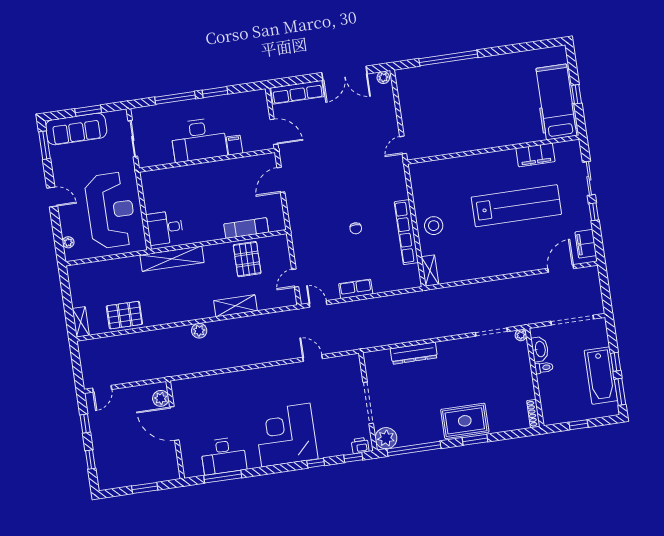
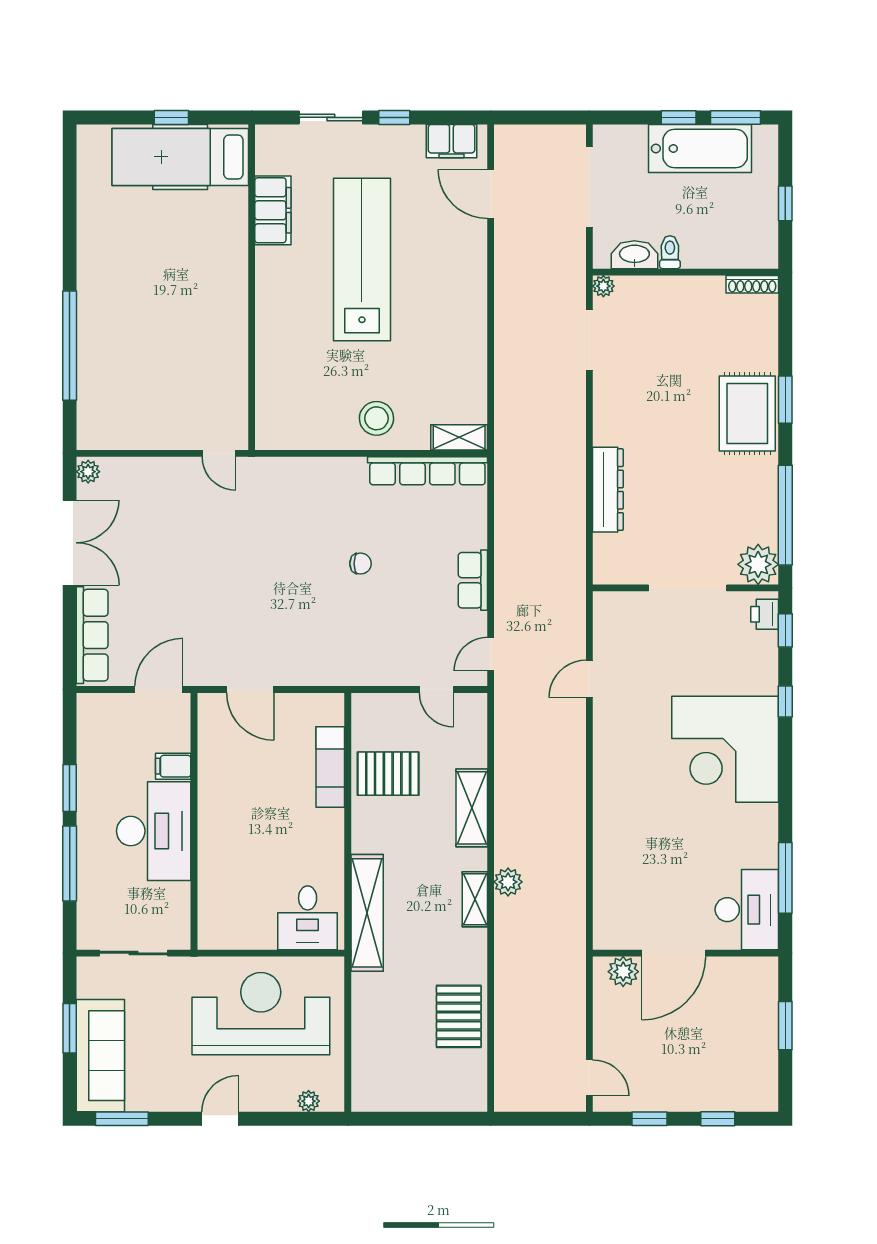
row of seats: (406, 232) -> (427, 471), moved
shelving: (81, 322) -> (475, 899), moved, turned 90
desk: (224, 456) -> (747, 910), moved

